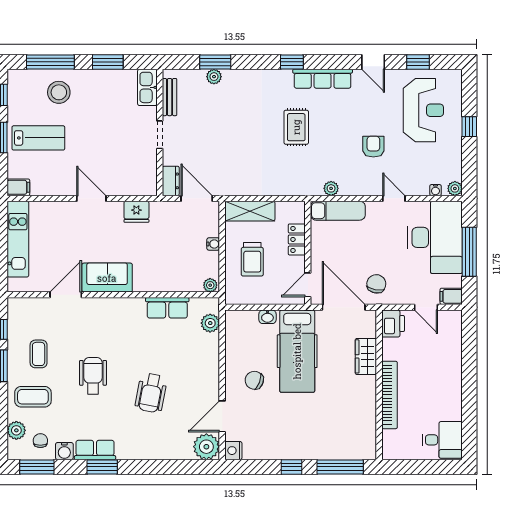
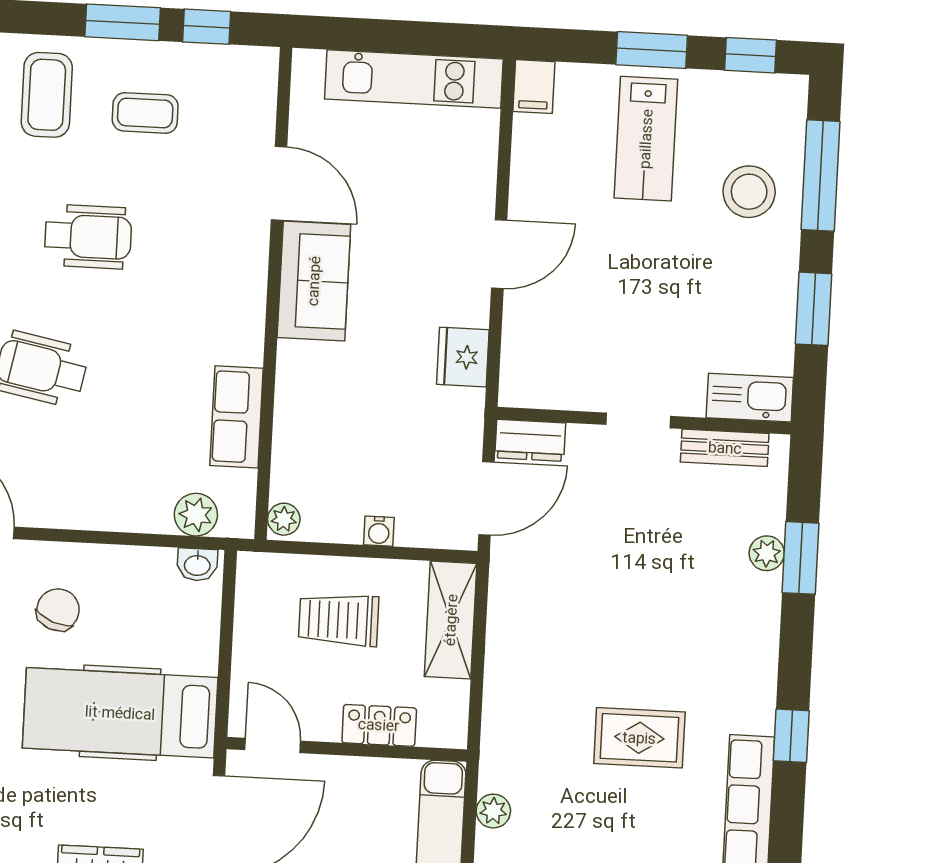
washbasin: (267, 317) -> (197, 565), moved, turned -90

